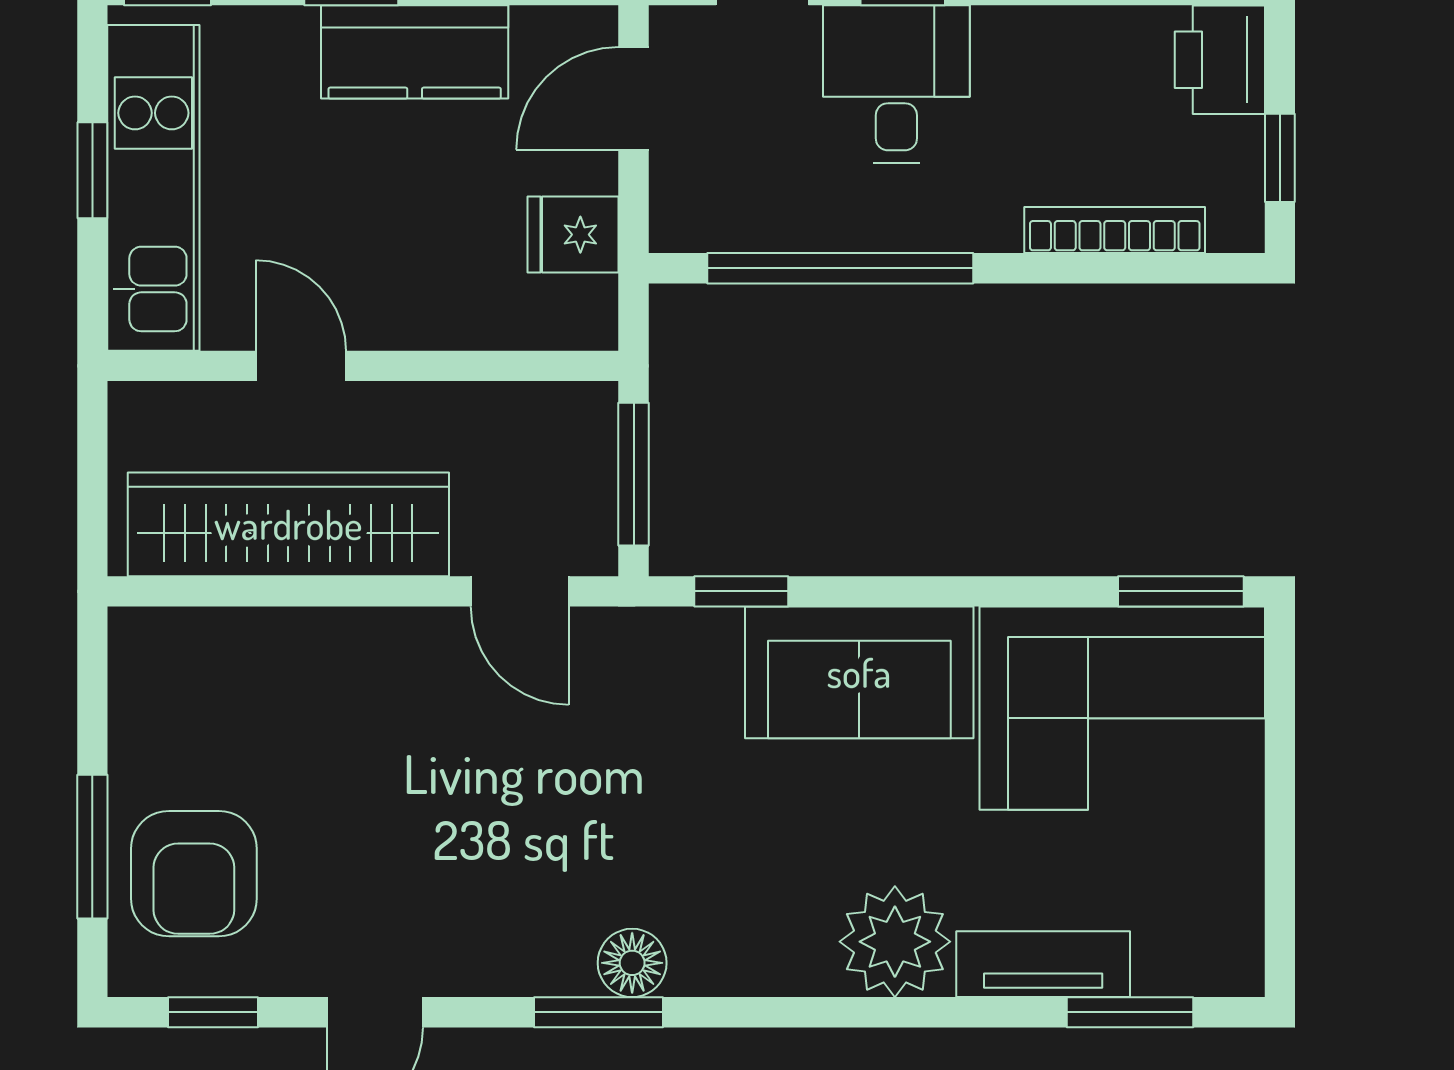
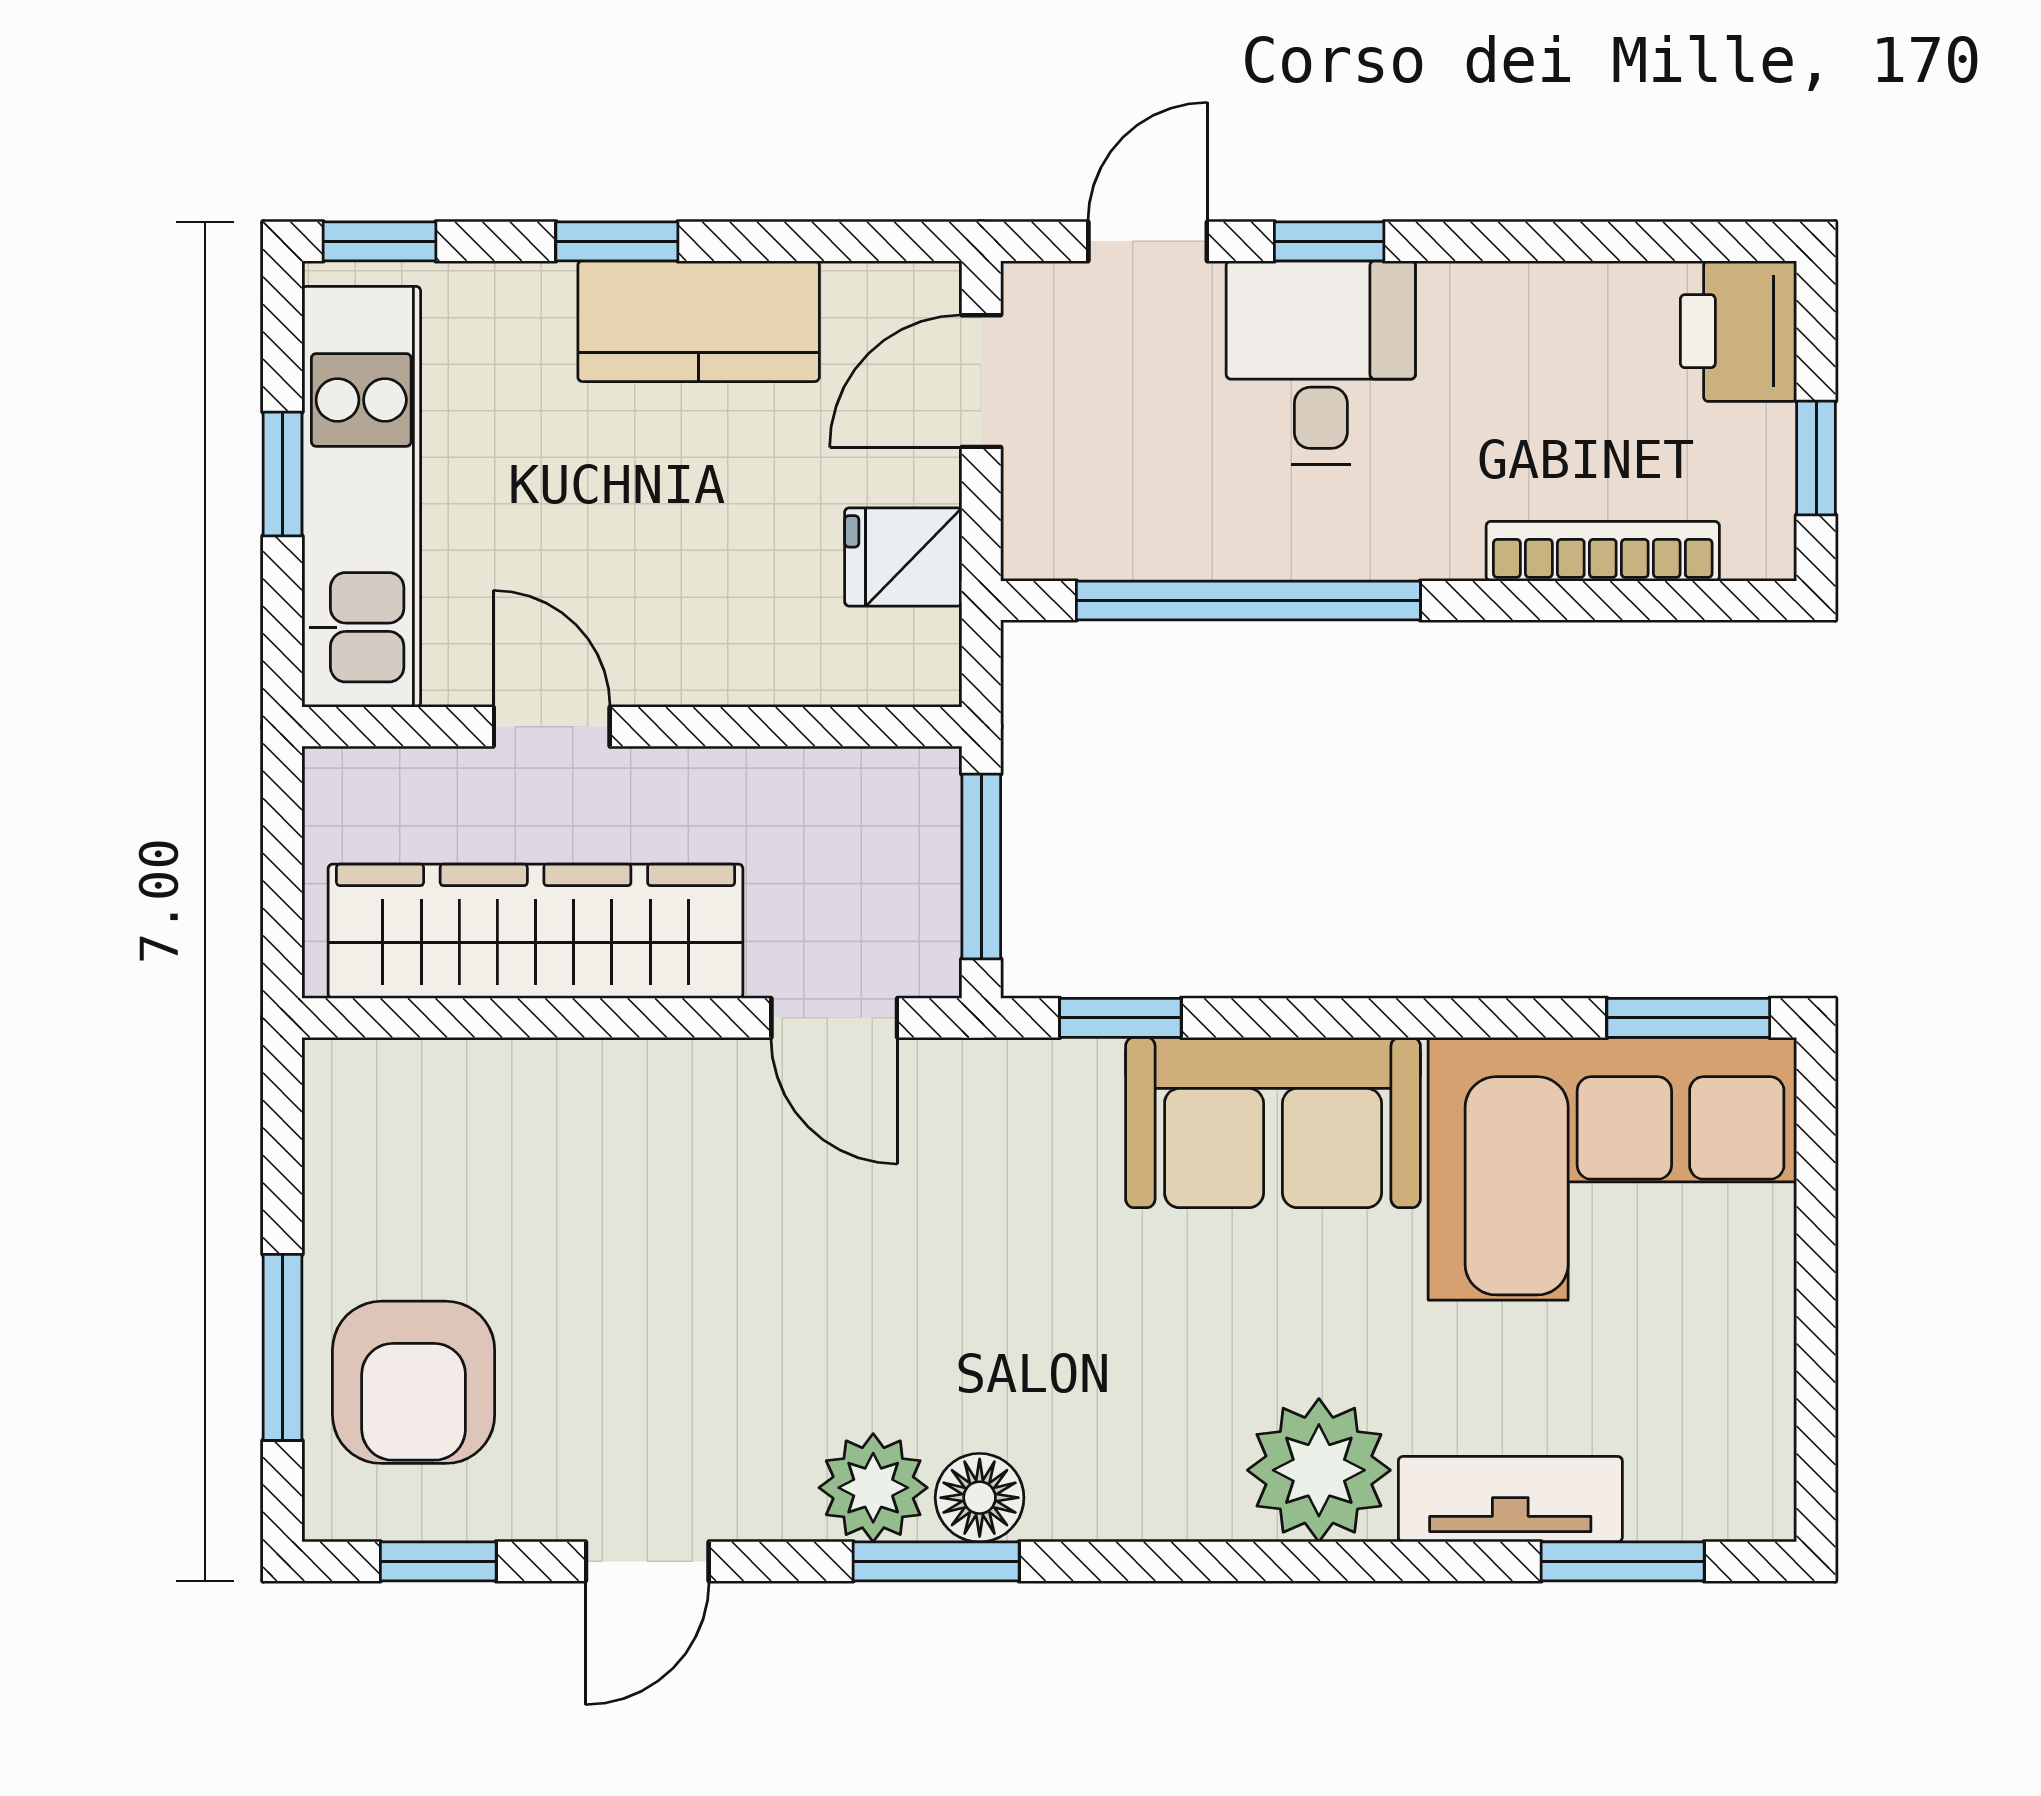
plant: (550, 955) -> (873, 1488), added

